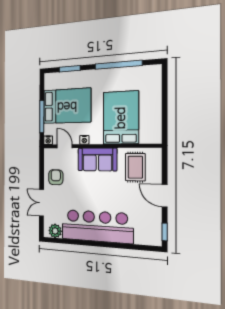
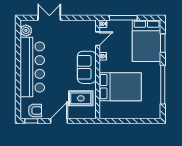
bed: (67, 106) -> (147, 41), moved
armchair: (56, 177) -> (35, 110), moved

